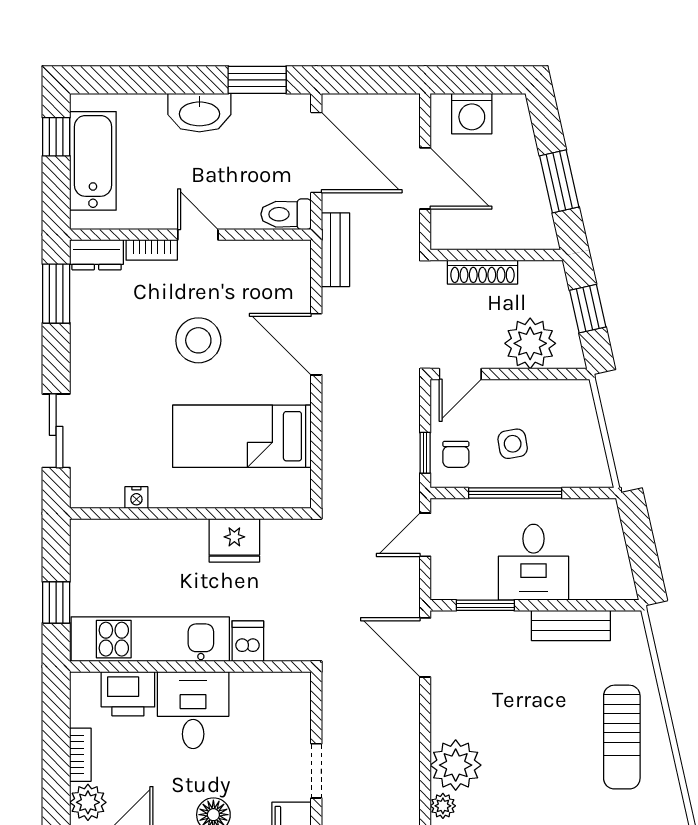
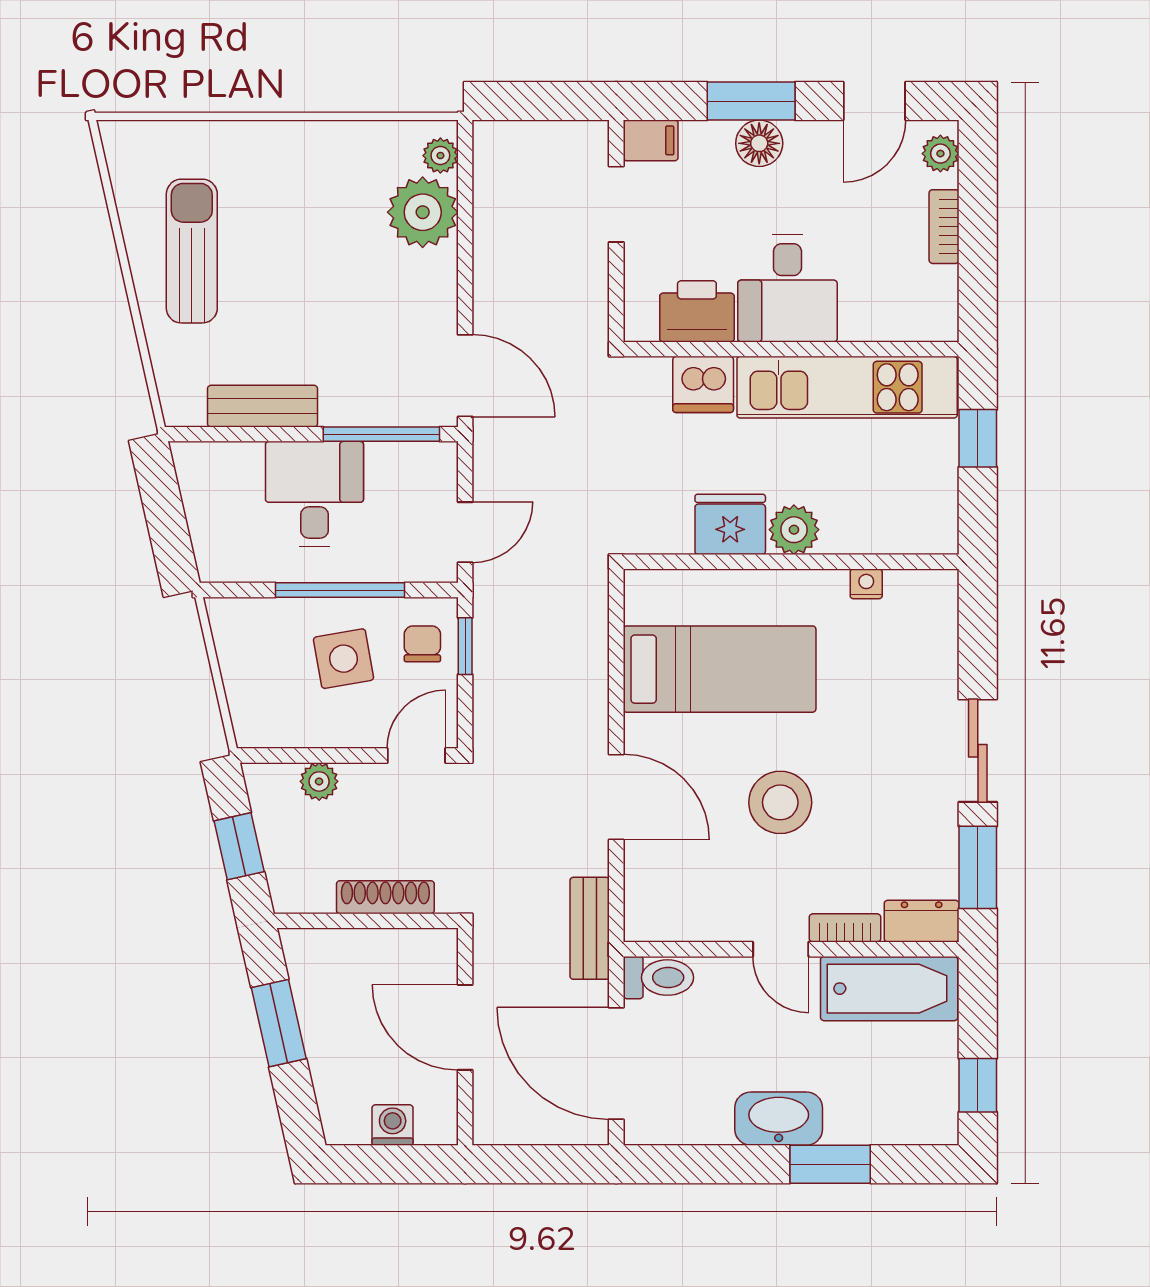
window: (257, 80) -> (830, 1164), moved
washing machine: (472, 114) -> (393, 1125), width x0.73, depth x0.73
bathtub: (93, 161) -> (889, 989), moved, turned -90
plant: (530, 343) -> (319, 781), width x0.53, depth x0.53
sliding door: (56, 431) -> (978, 751), moved
side table: (513, 444) -> (344, 659), width x1.37, depth x1.37
plant: (188, 537) -> (794, 530), added
window: (485, 605) -> (381, 434), width x1.44
dishwasher: (248, 641) -> (703, 384), width x1.38
printer: (128, 694) -> (697, 311), moved
plant: (88, 802) -> (940, 154), width x0.73, depth x0.73

